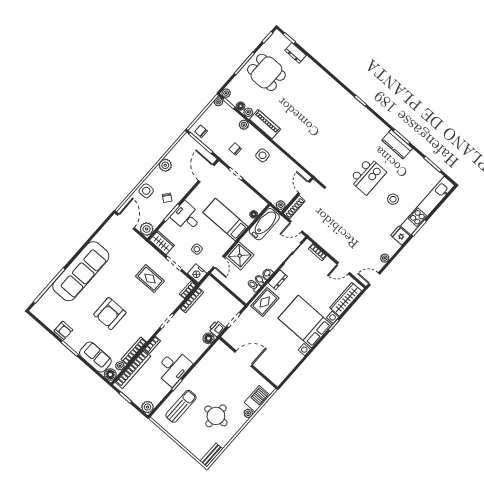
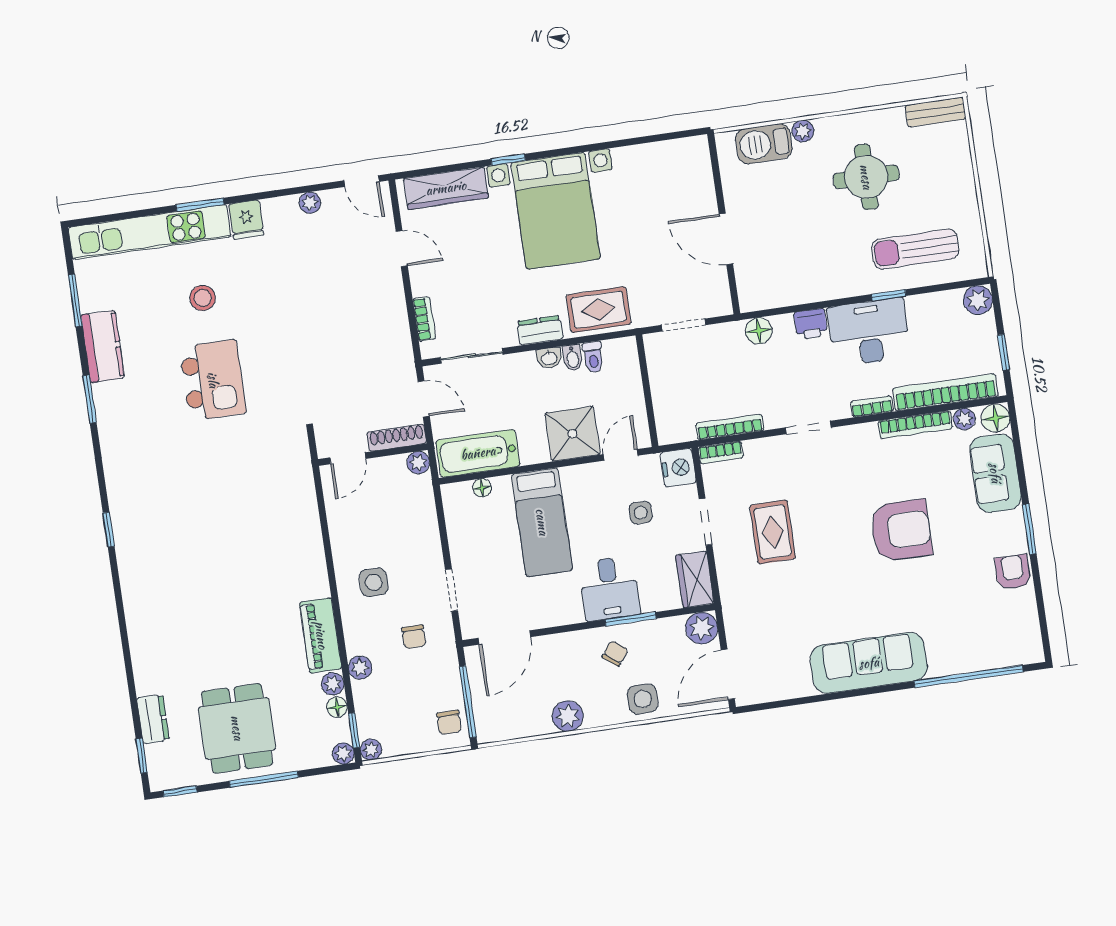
kitchen counter: (397, 144) -> (103, 346), moved
kitchen island: (368, 176) -> (213, 380), turned 90
sofa: (81, 271) -> (869, 663), width x0.74, depth x0.79
printer: (217, 329) -> (811, 324), moved

